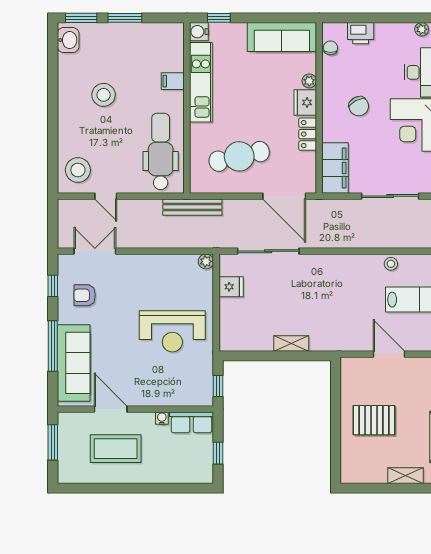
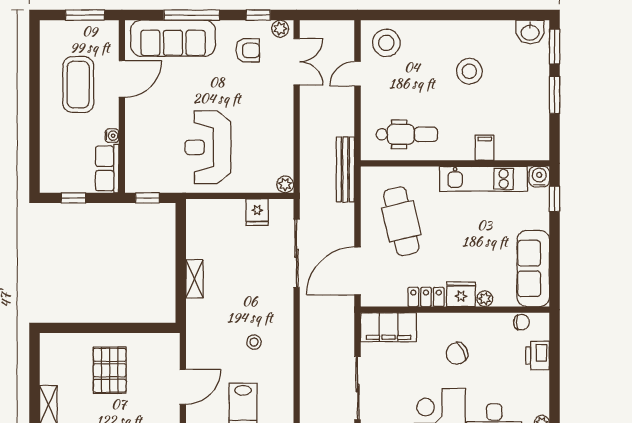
dental chair: (161, 151) -> (407, 134), width x0.73, depth x0.72
stool: (391, 264) -> (254, 342), moved
plant: (65, 266) -> (280, 29), added
armchair: (85, 295) -> (248, 50), turned 90

